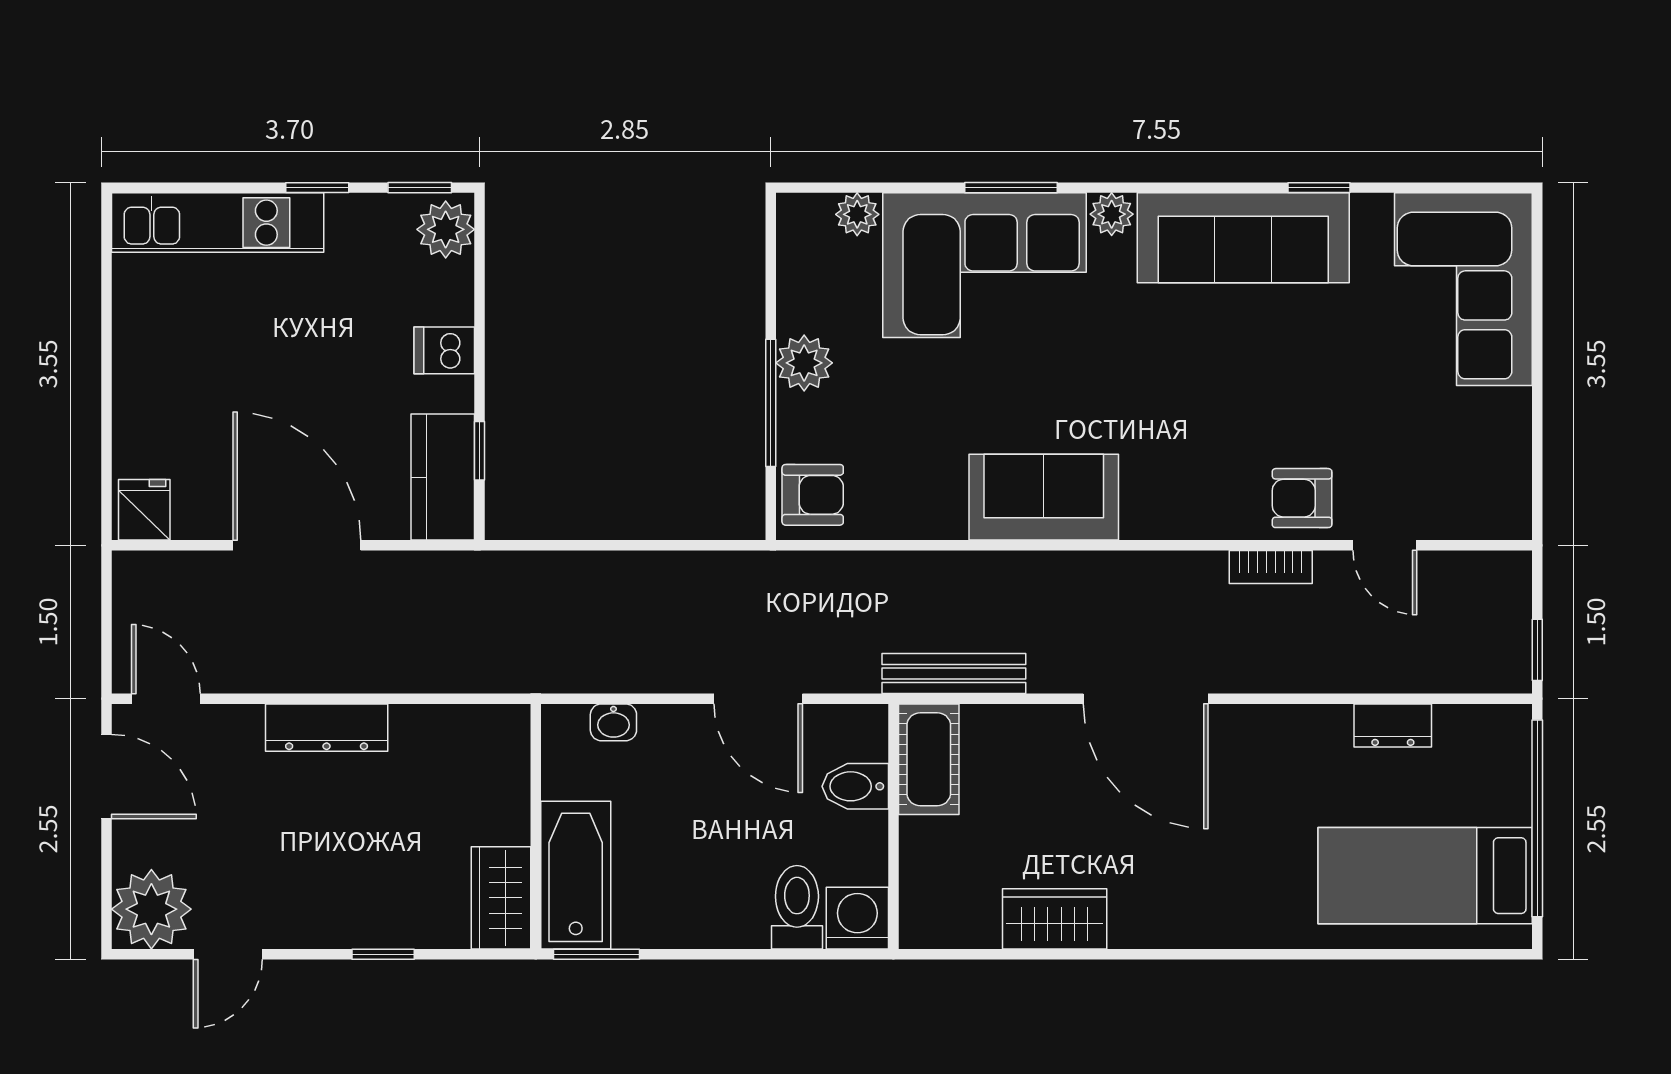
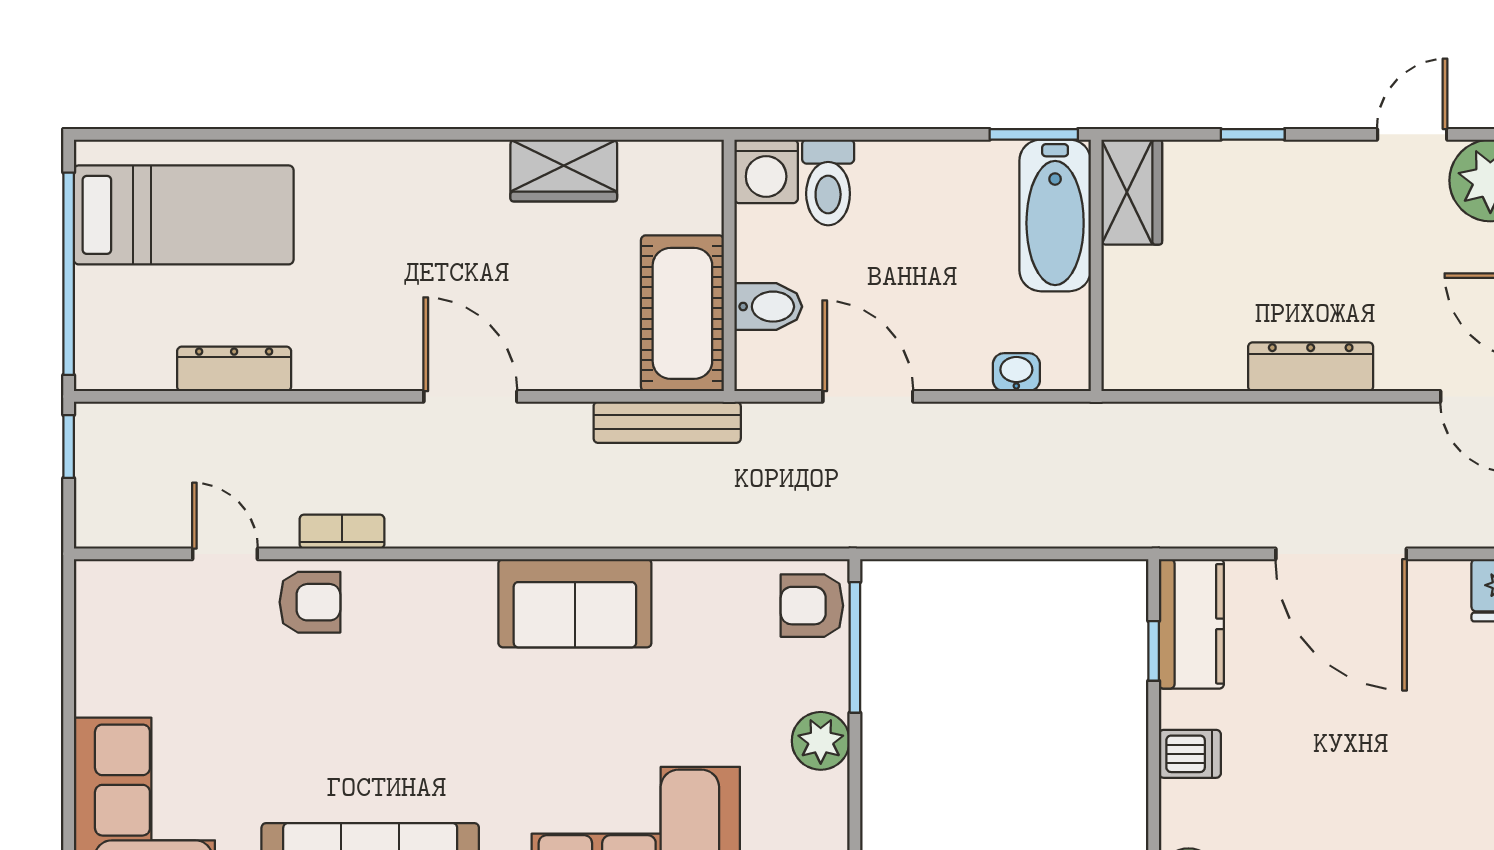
window: (771, 403) -> (855, 647), moved
door: (1146, 699) -> (470, 396), width x0.73
dresser: (1393, 725) -> (234, 369), width x1.44
cot: (929, 759) -> (682, 313), width x1.37, depth x1.34

